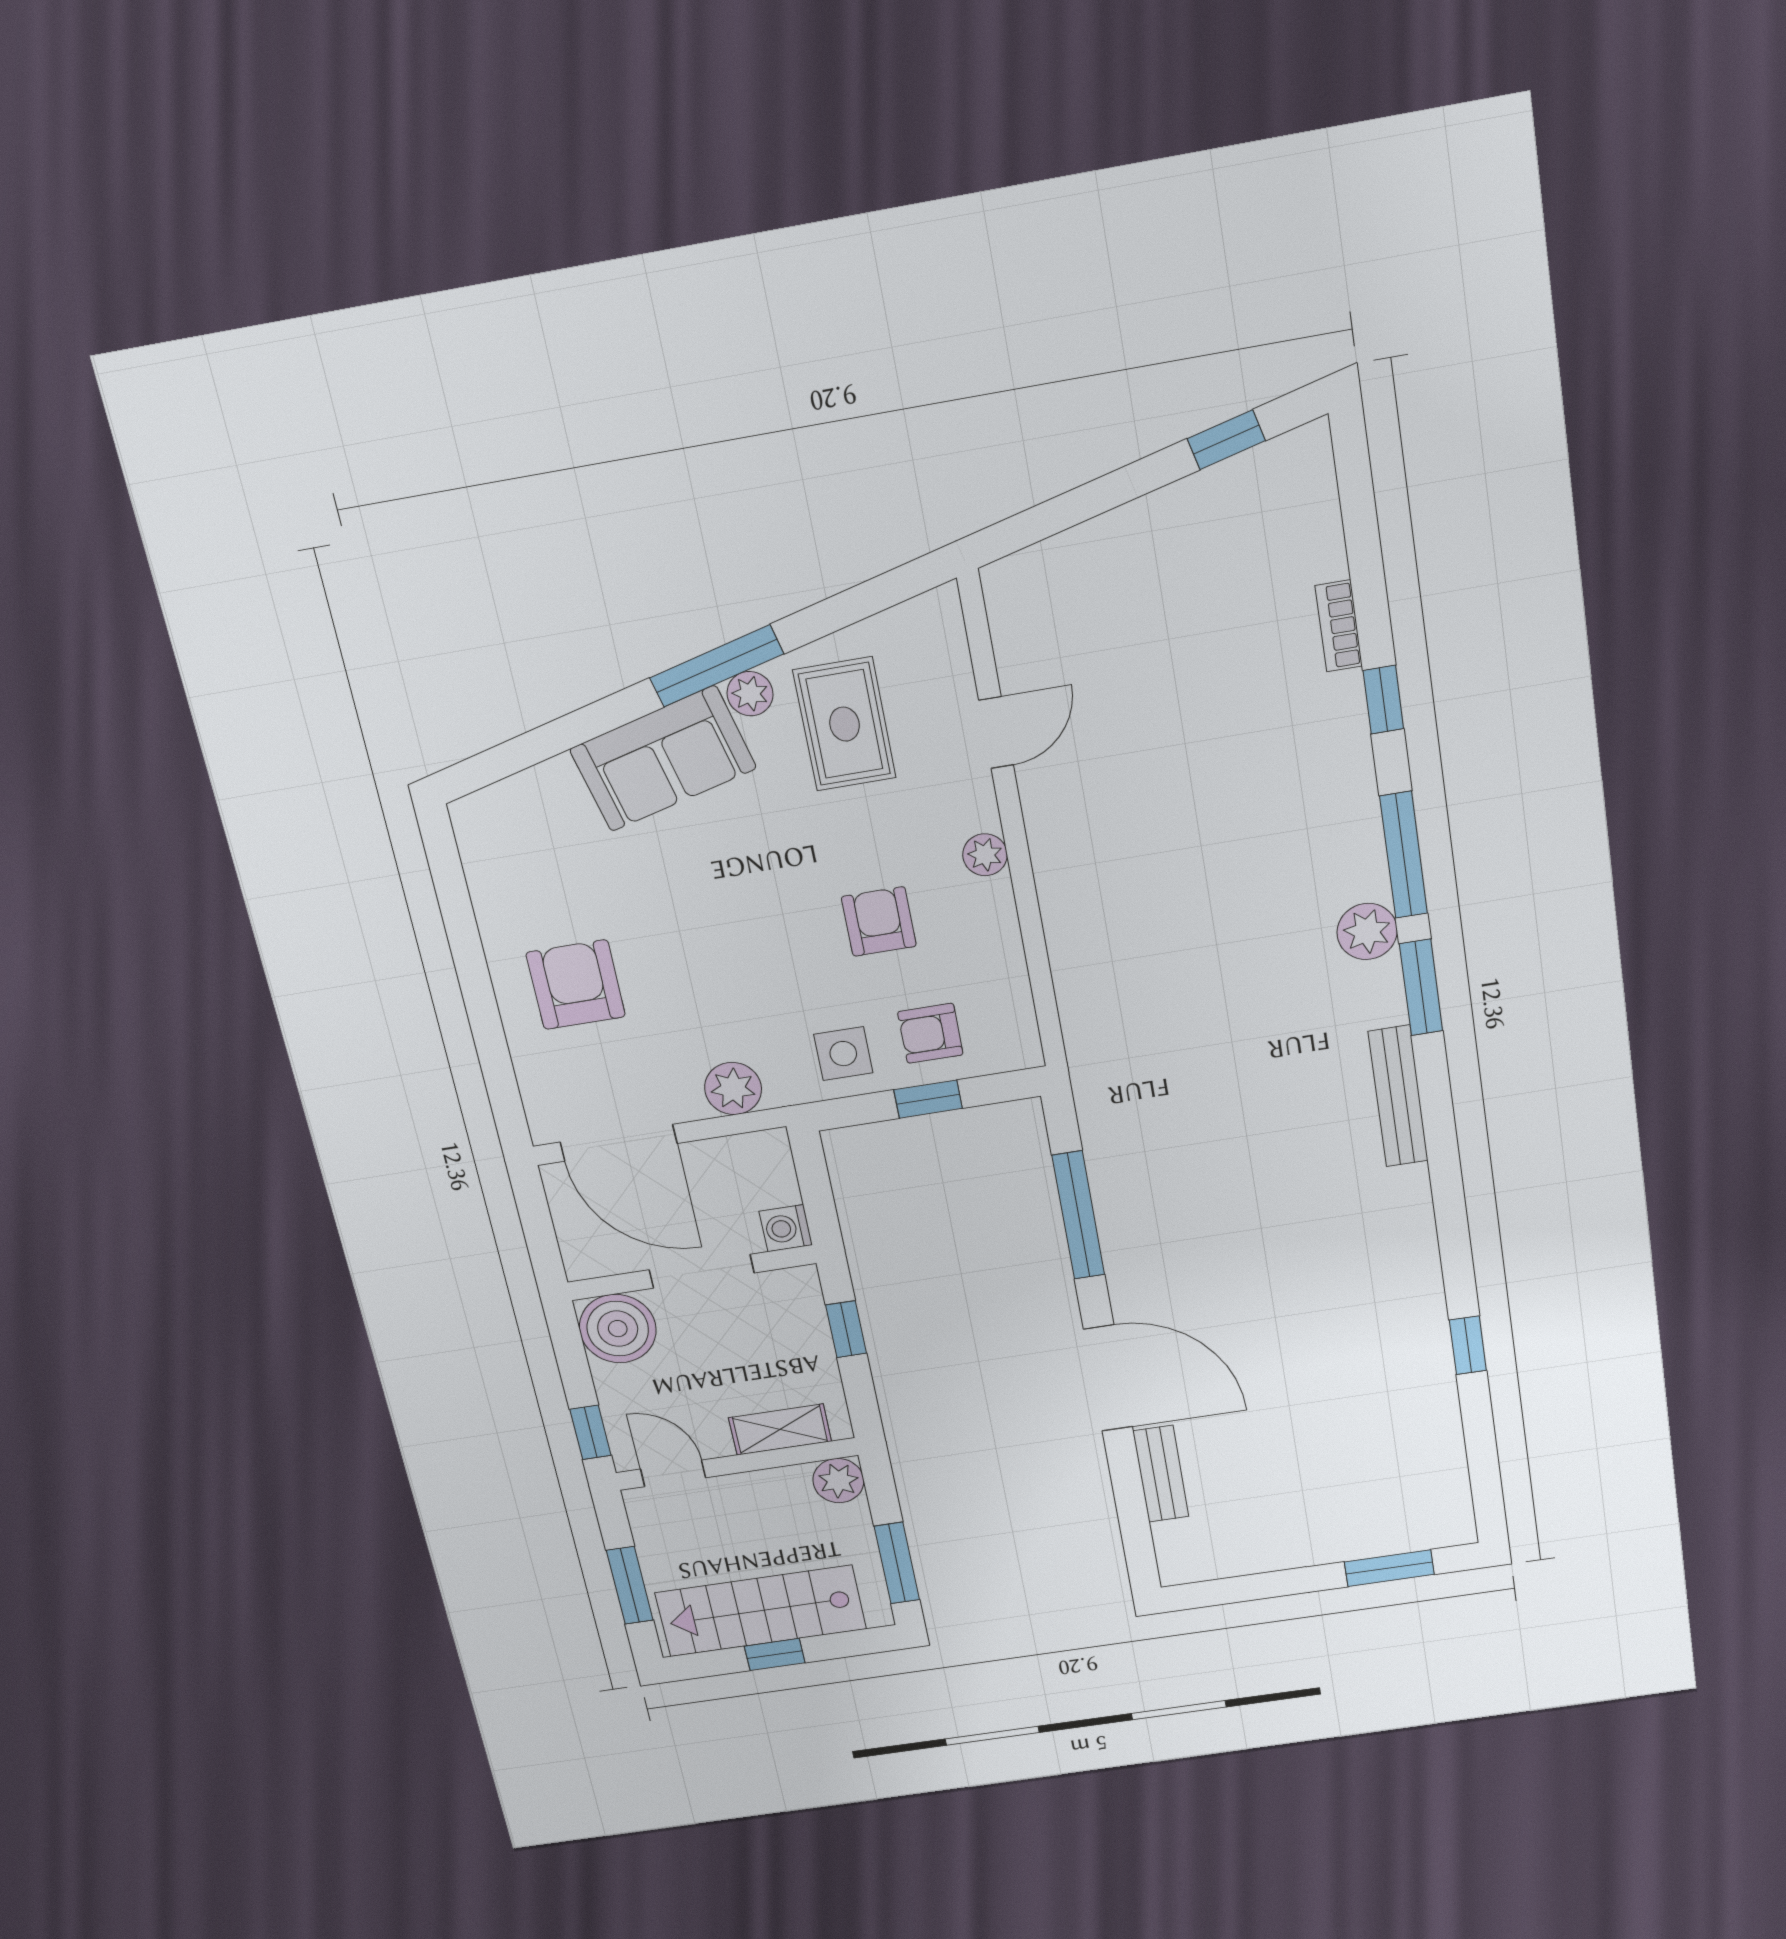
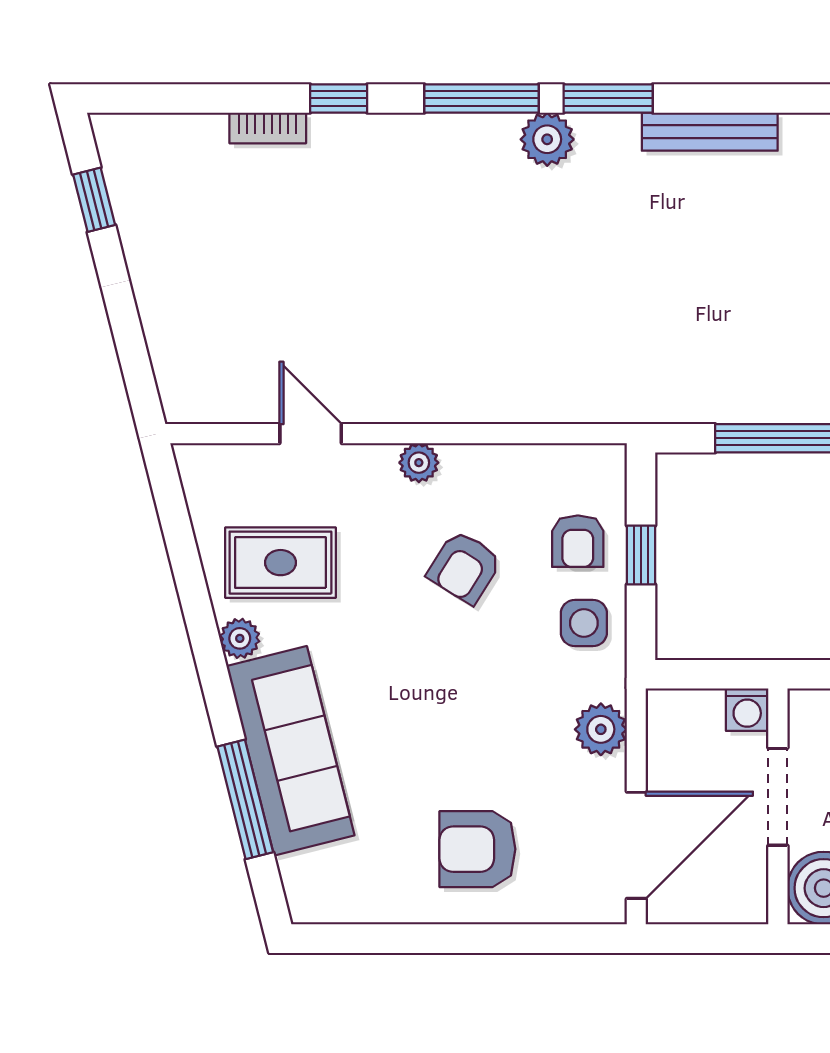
window: (717, 666) -> (245, 799), moved
sofa: (663, 759) -> (290, 751), width x1.36
armchair: (879, 922) -> (464, 567), turned -58

